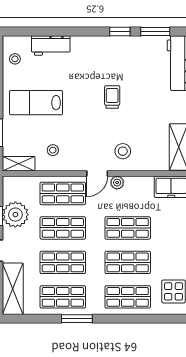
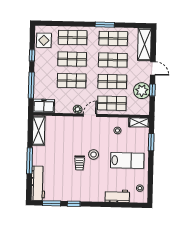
stool: (123, 151) -> (94, 154), moved

